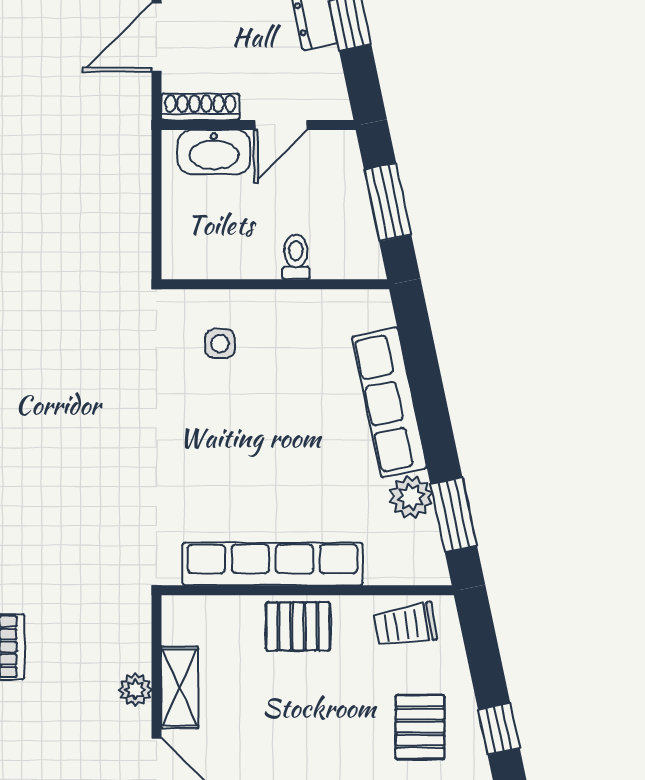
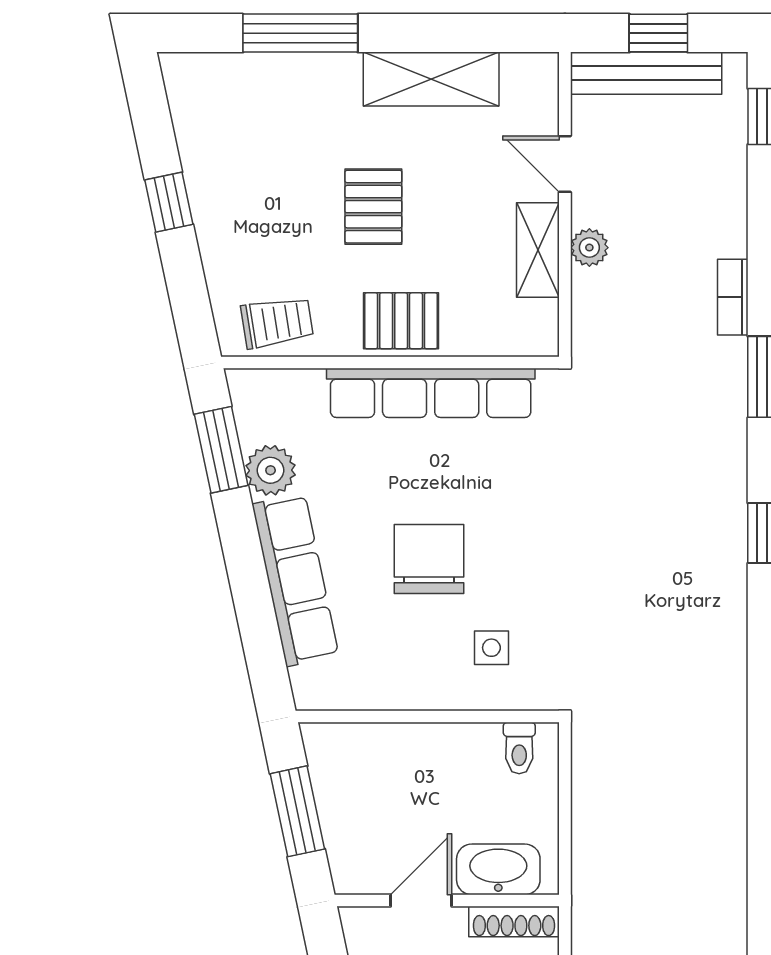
toilet: (296, 257) -> (519, 748), moved
chair: (274, 420) -> (429, 559), added
pallet: (420, 727) -> (373, 207), moved

